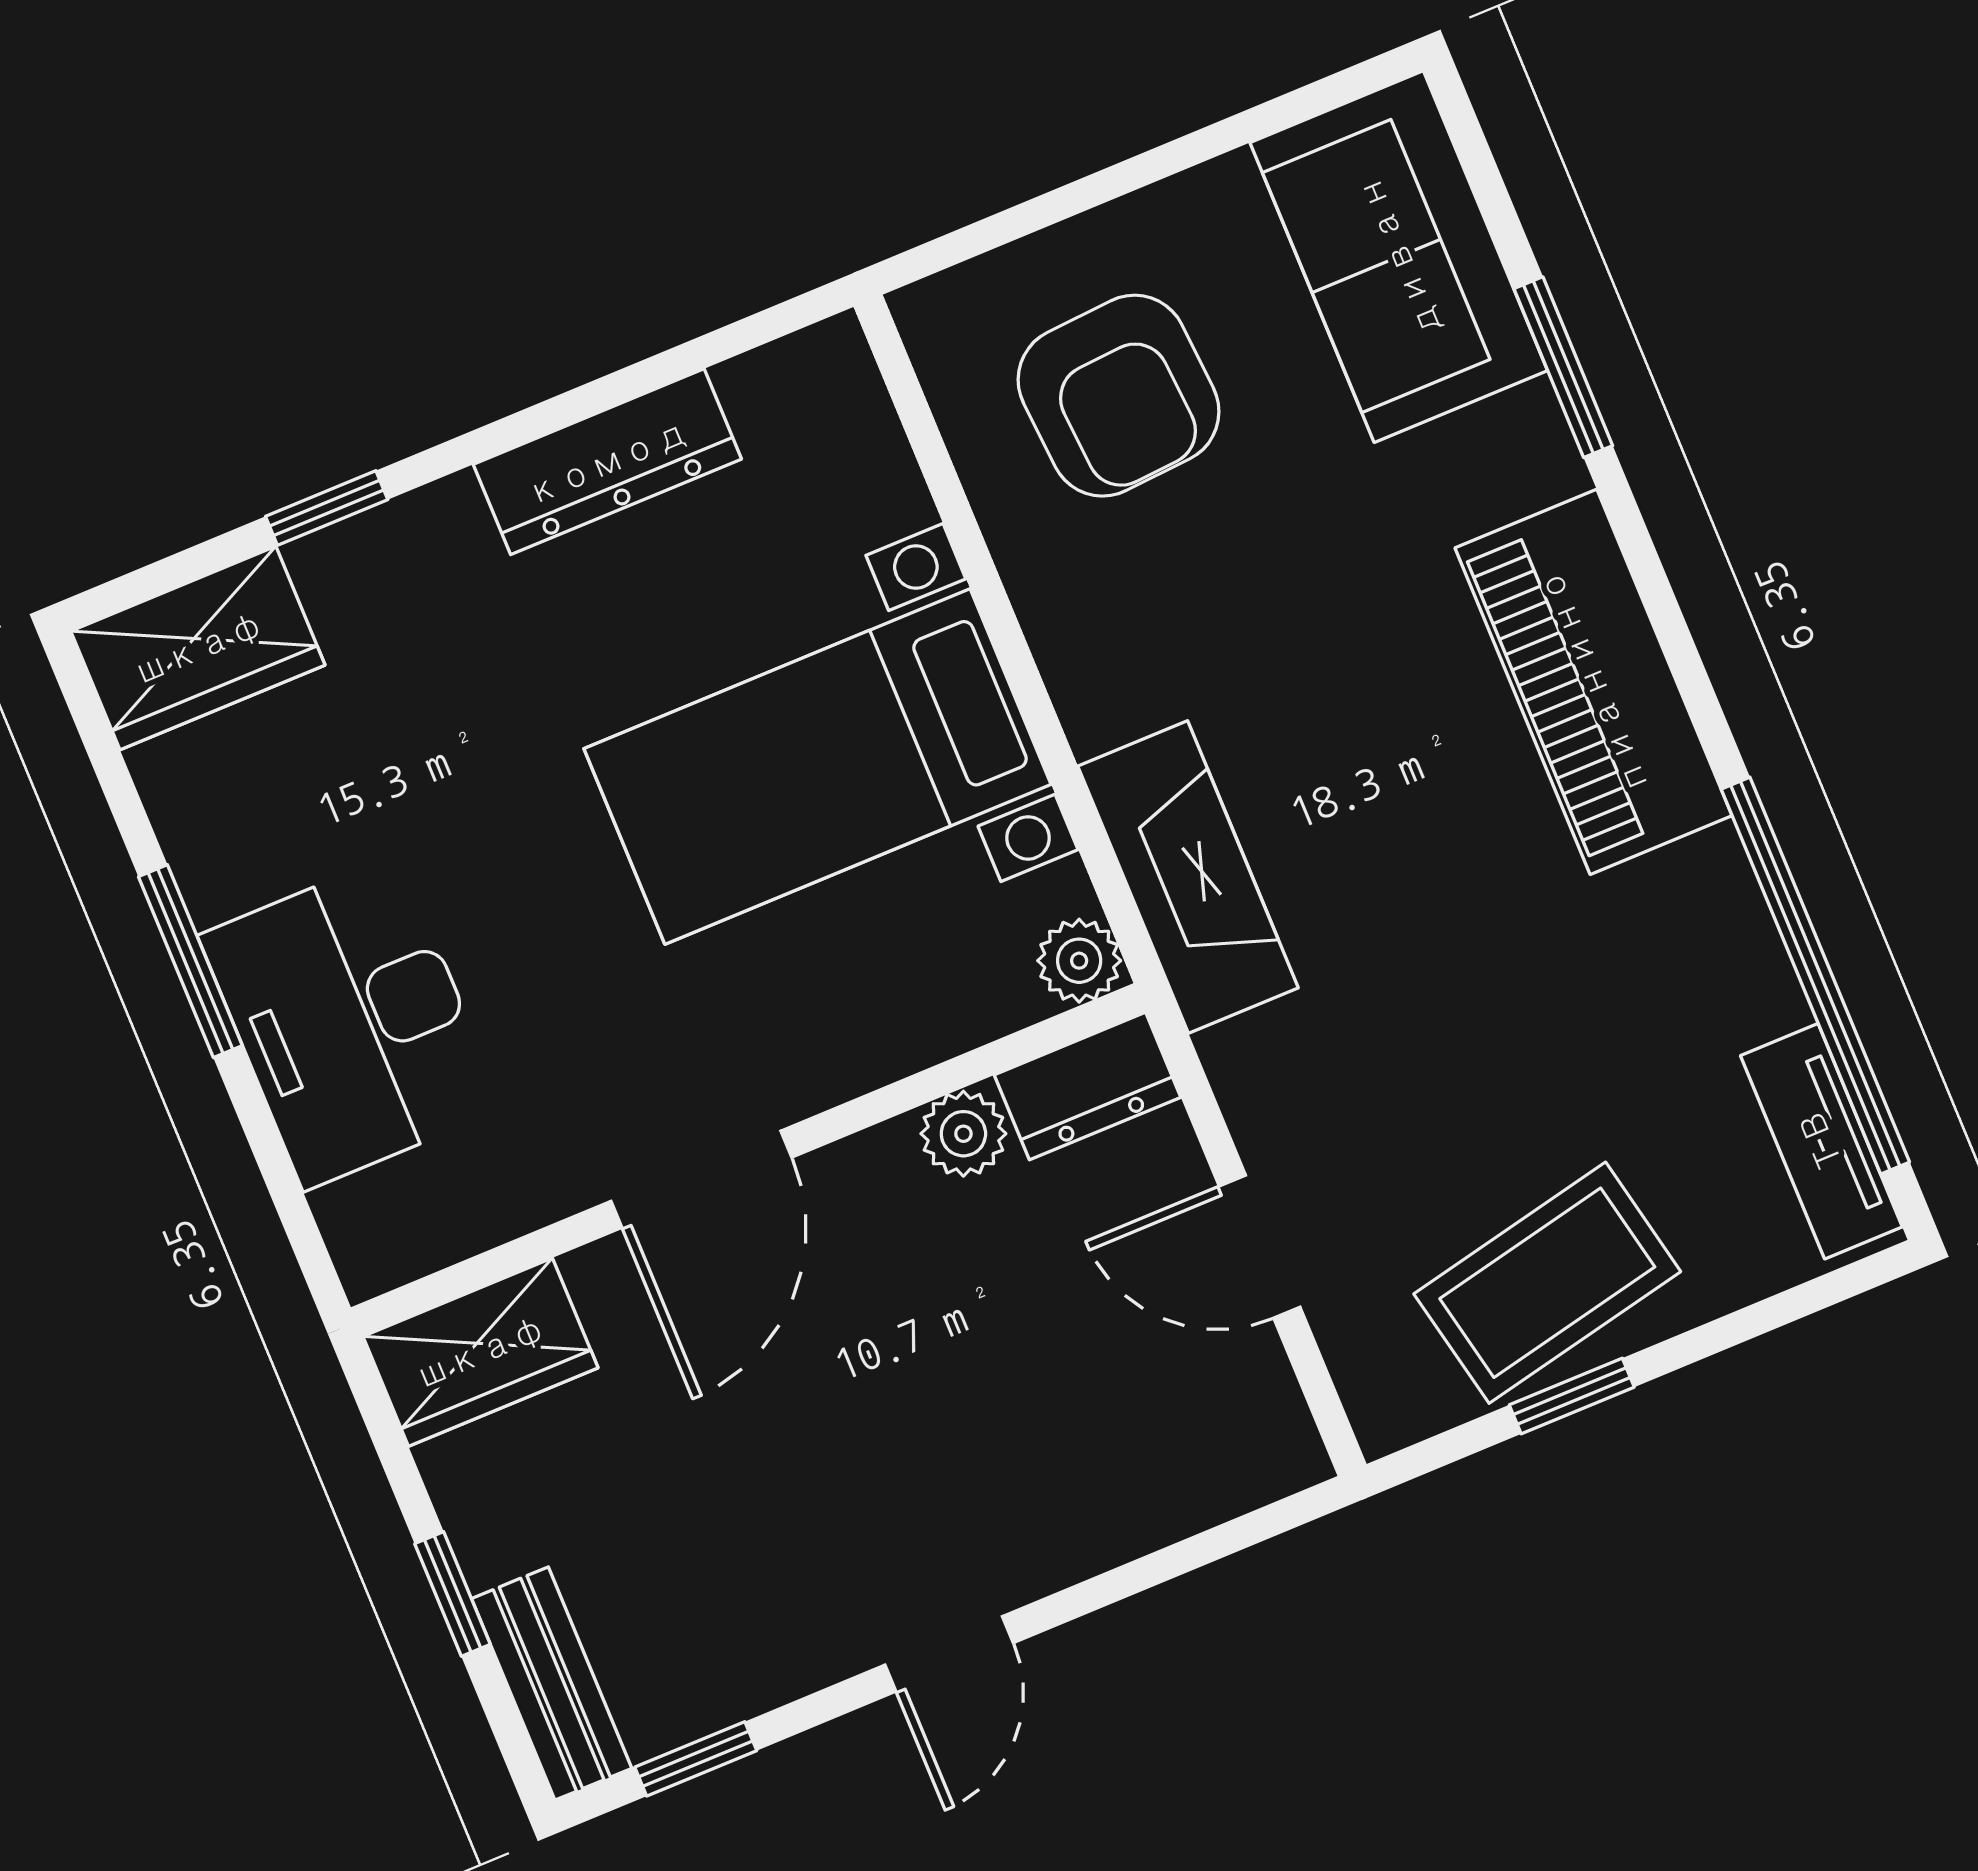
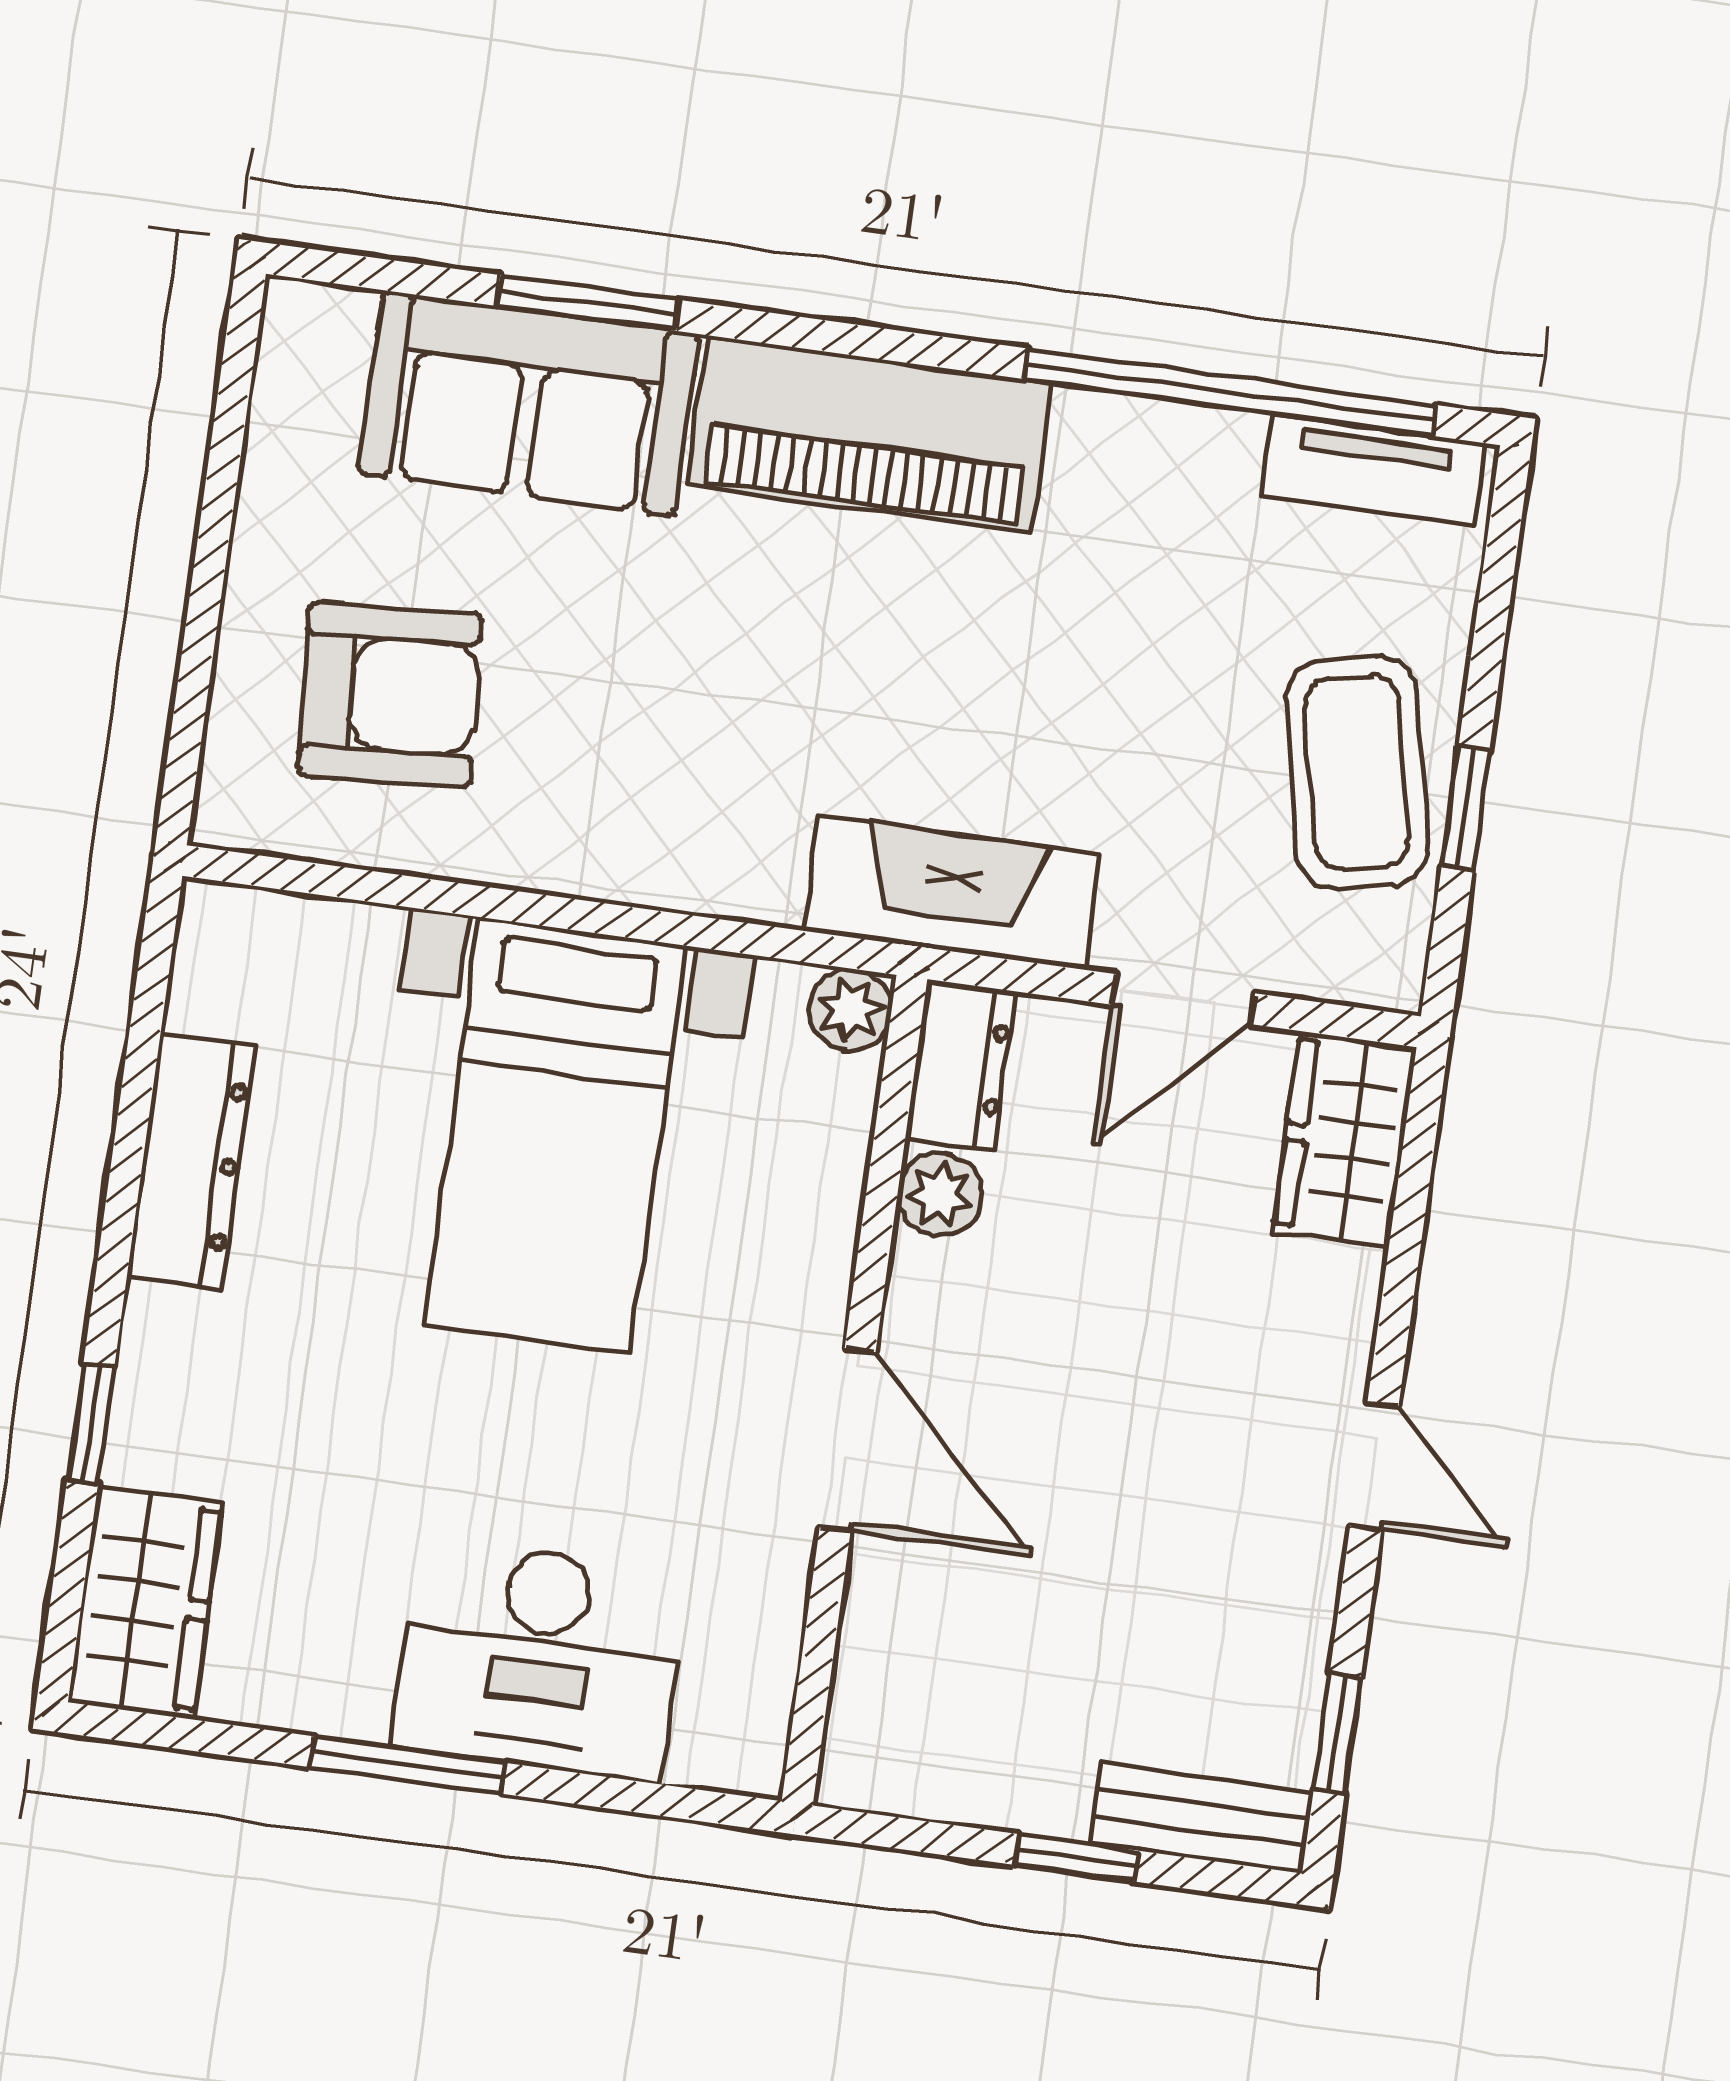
sofa: (1399, 257) -> (529, 404), moved
fireplace: (1188, 877) -> (952, 892), moved
wardrobe: (480, 1352) -> (1345, 1139), moved, turned 180

